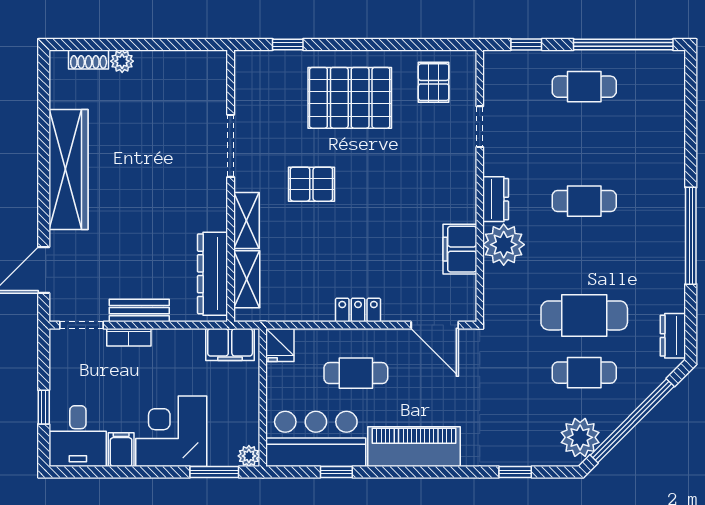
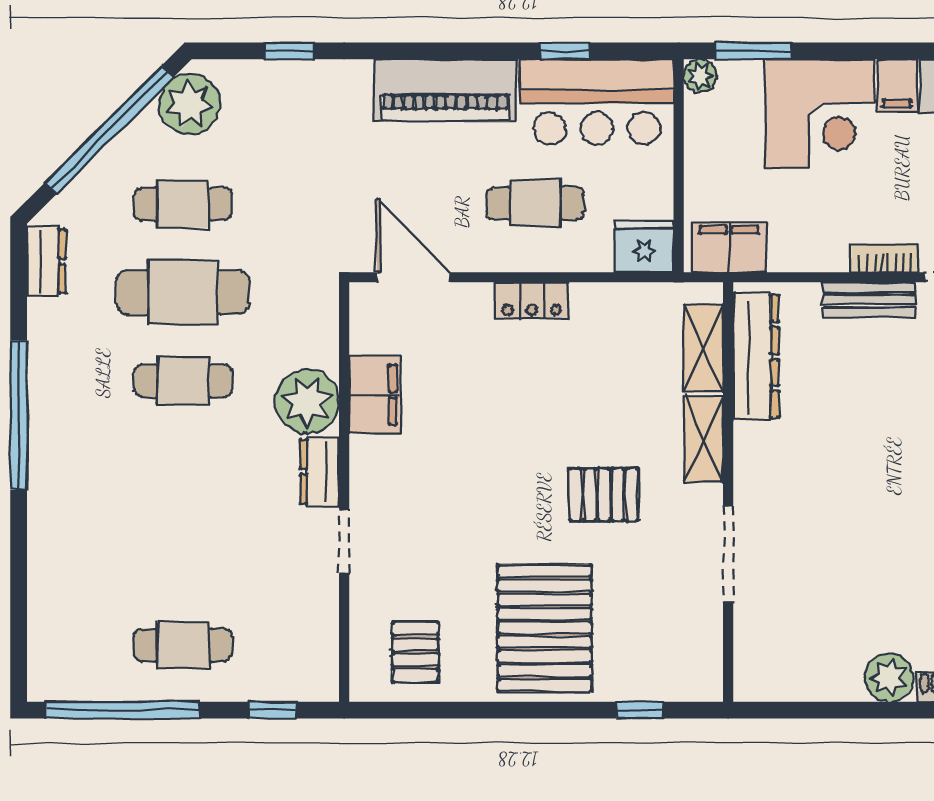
plant: (122, 61) -> (889, 678), width x1.38, depth x1.38
pallet: (350, 98) -> (545, 628), turned 90
doorway: (480, 127) -> (344, 541), moved
cafe table: (584, 201) -> (183, 381), moved
fridge: (280, 345) -> (644, 247), width x1.38

